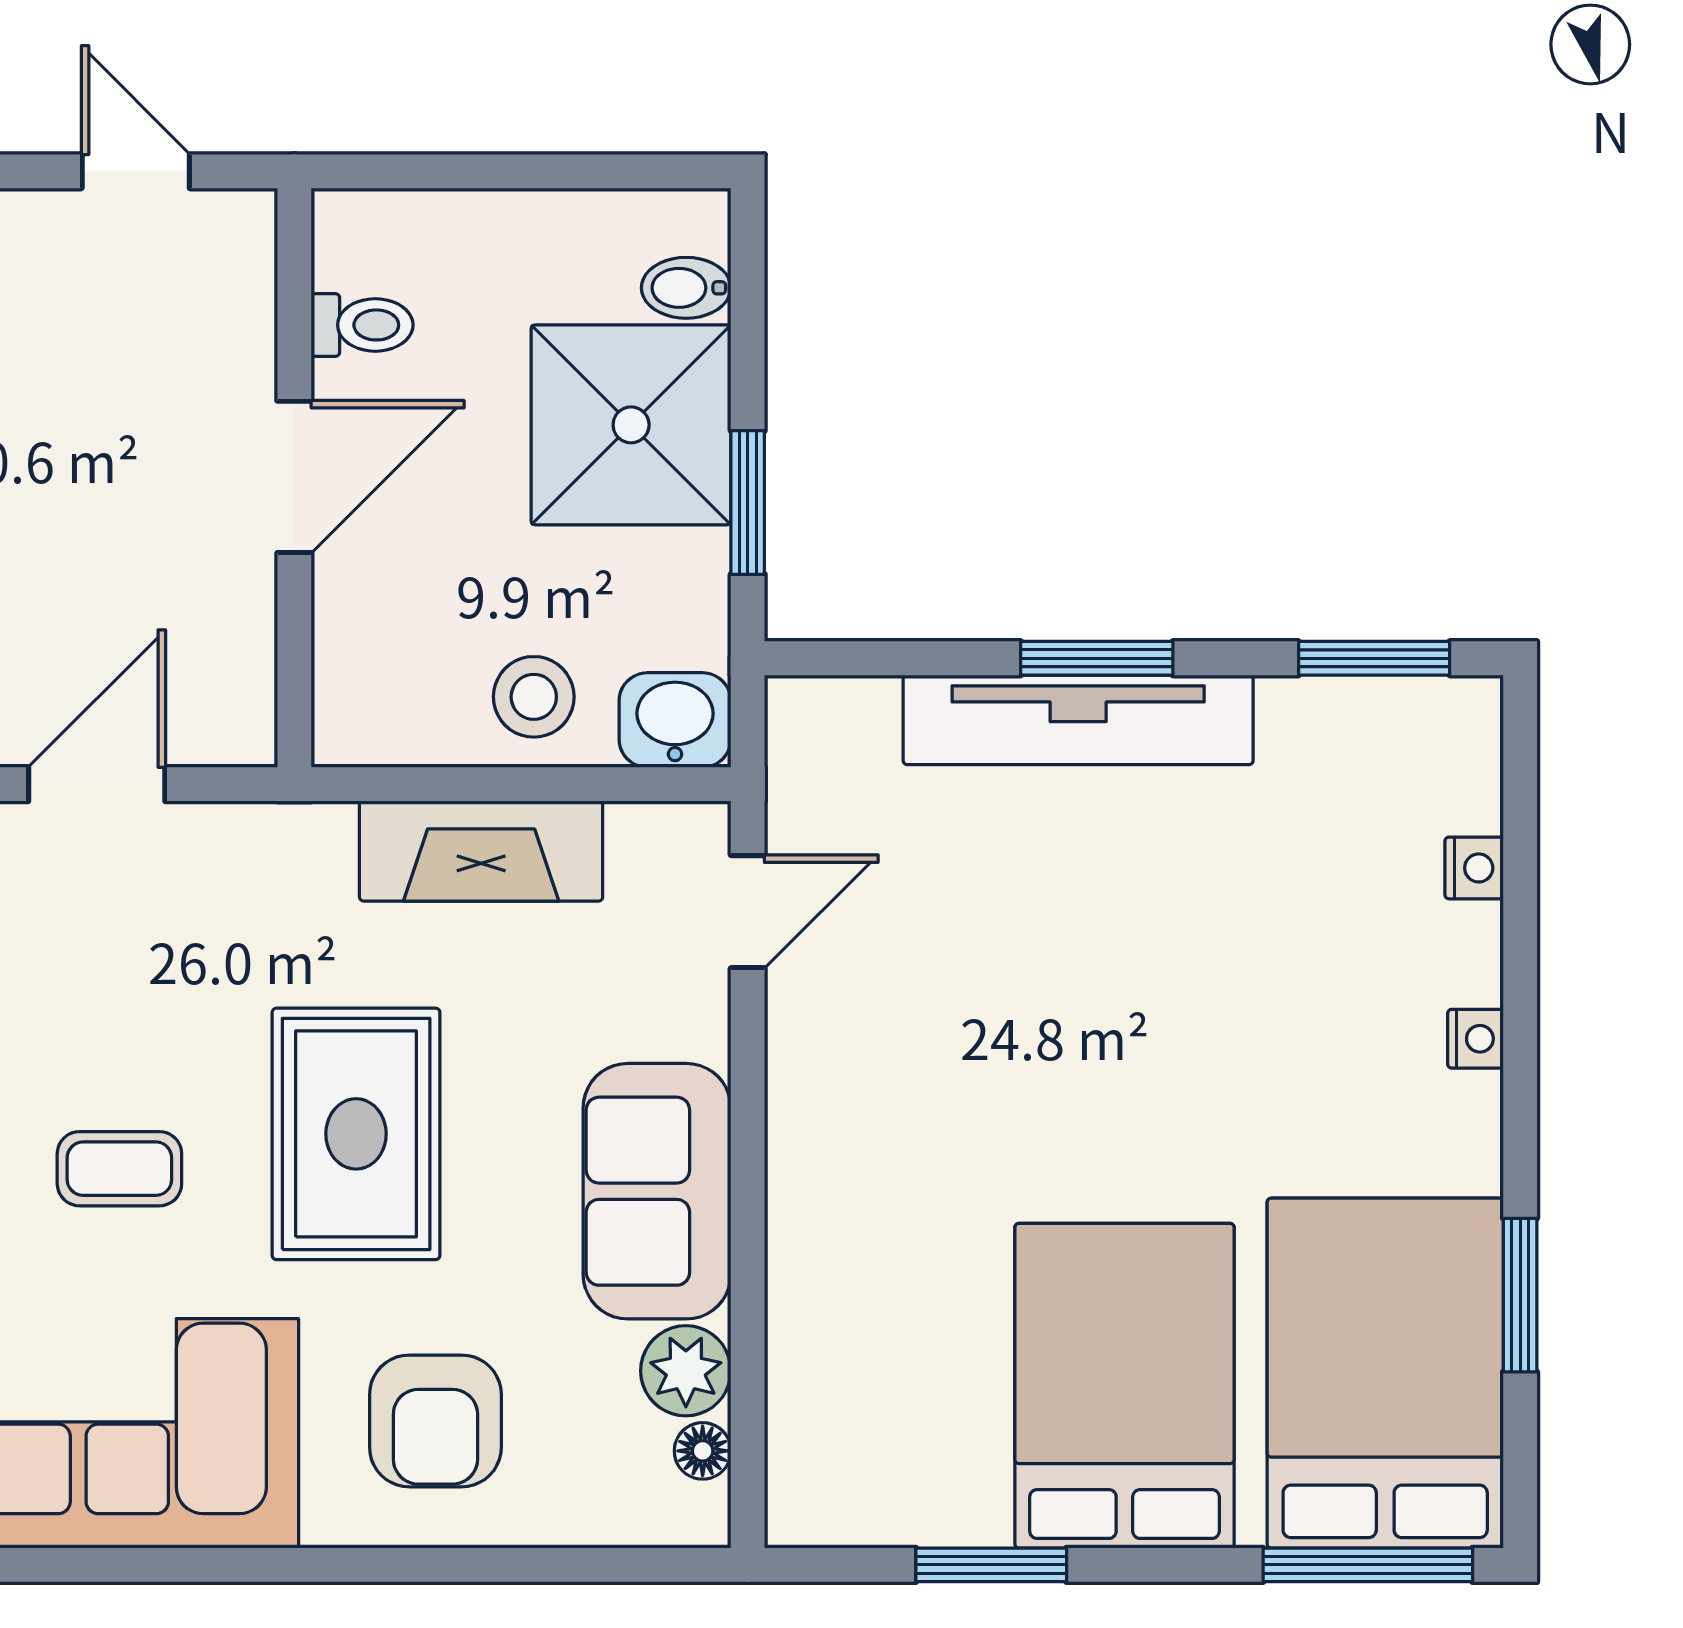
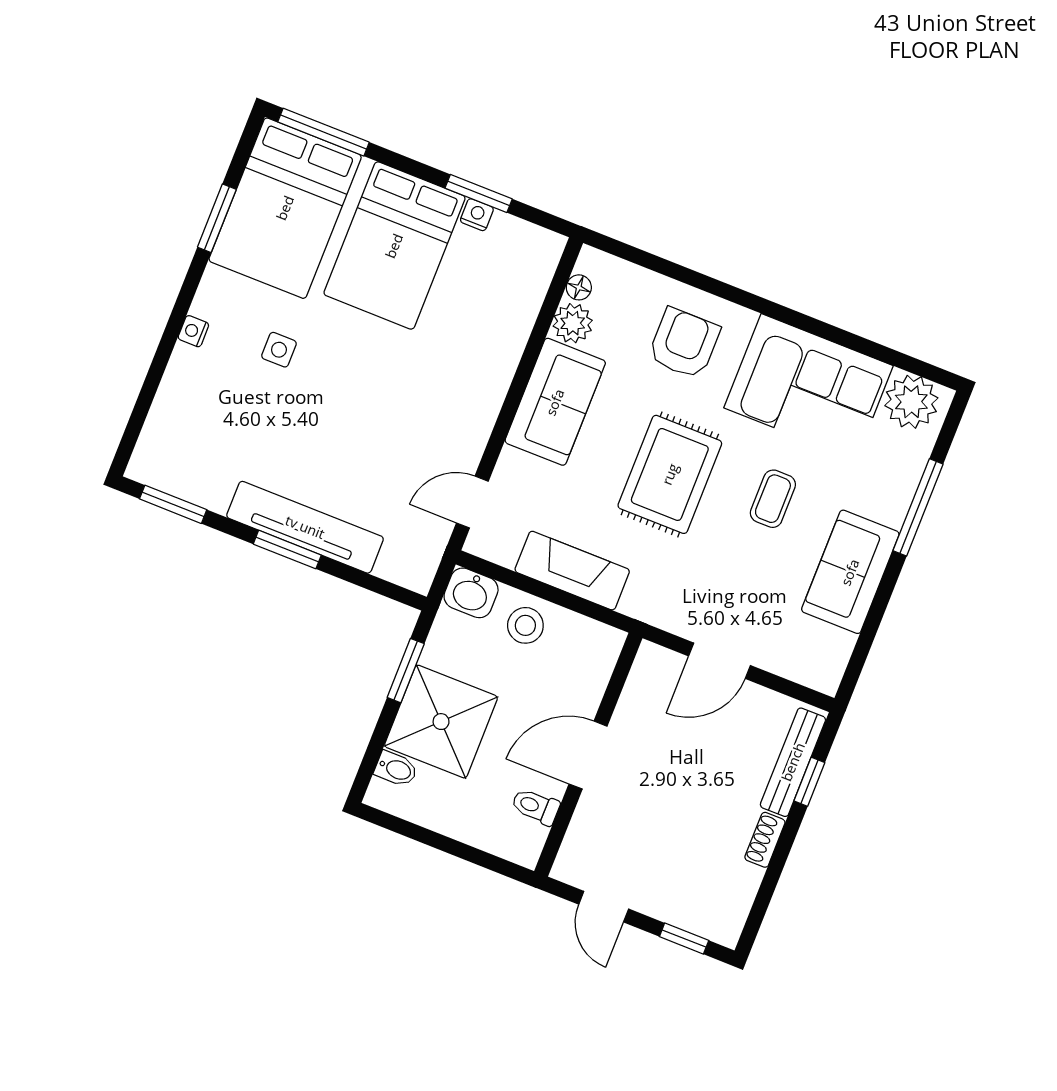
nightstand: (1474, 868) -> (477, 215), moved, turned 90
side table: (1280, 1071) -> (279, 350), added
coffee table: (119, 1169) -> (773, 499), turned 90

